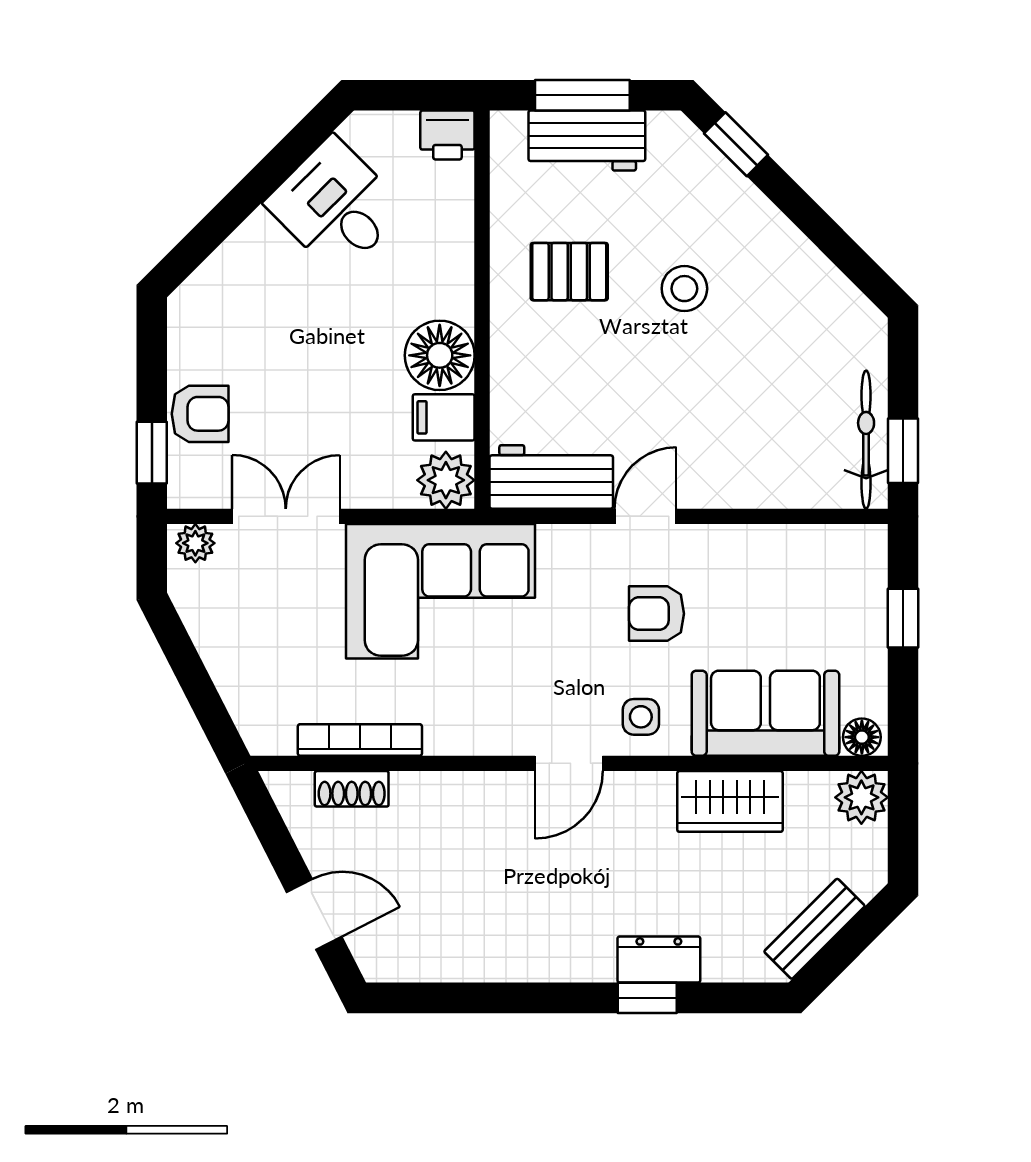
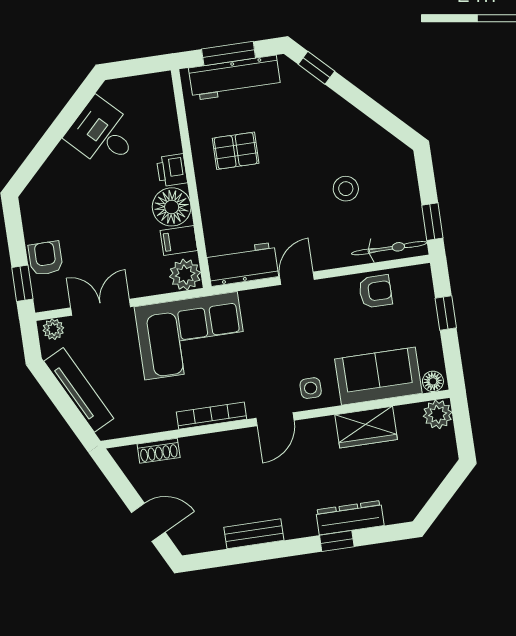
printer: (447, 135) -> (172, 170), moved, turned 90
workbench: (587, 141) -> (235, 78), width x1.38
stool: (684, 289) -> (346, 189), moved
armchair: (200, 414) -> (46, 258), turned -90
bicycle: (866, 440) -> (389, 248), moved, turned 90
armchair: (657, 614) -> (375, 291), moved, turned 180
tv unit: (225, 659) -> (79, 390), added
bookcase: (360, 740) -> (212, 416), moved
bench: (814, 929) -> (254, 534), moved, turned 45
dresser: (659, 960) -> (350, 518), width x1.44

